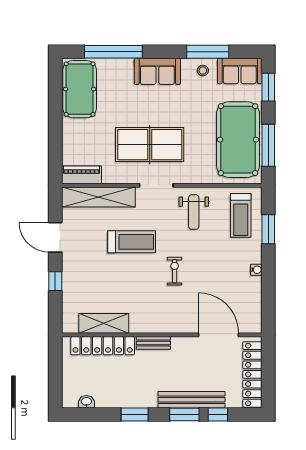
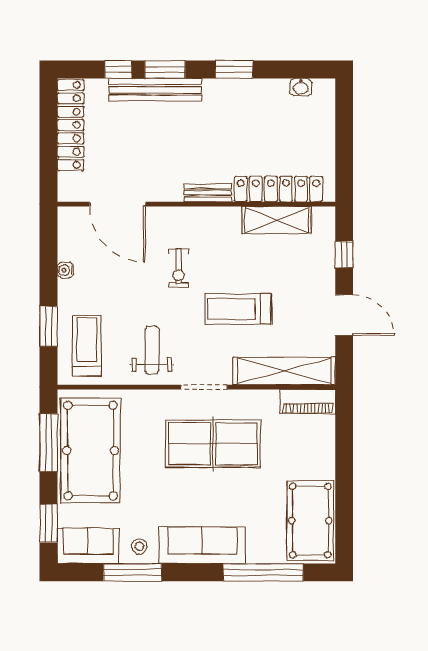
sofa: (157, 71) -> (202, 545), width x1.36
shelving: (104, 323) -> (277, 220), moved
wall: (162, 335) -> (196, 204), moved
door: (219, 335) -> (118, 204), moved
bench: (153, 343) -> (208, 193), moved
locker: (103, 346) -> (278, 189), moved

